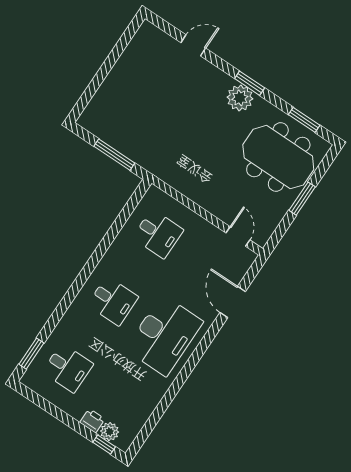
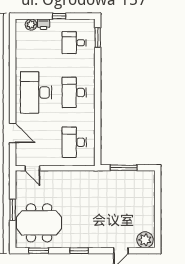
plant: (240, 98) -> (145, 240), moved
desk: (158, 234) -> (74, 142), width x1.37
desk: (113, 301) -> (74, 92), width x1.37
window: (104, 444) -> (59, 16), moved

